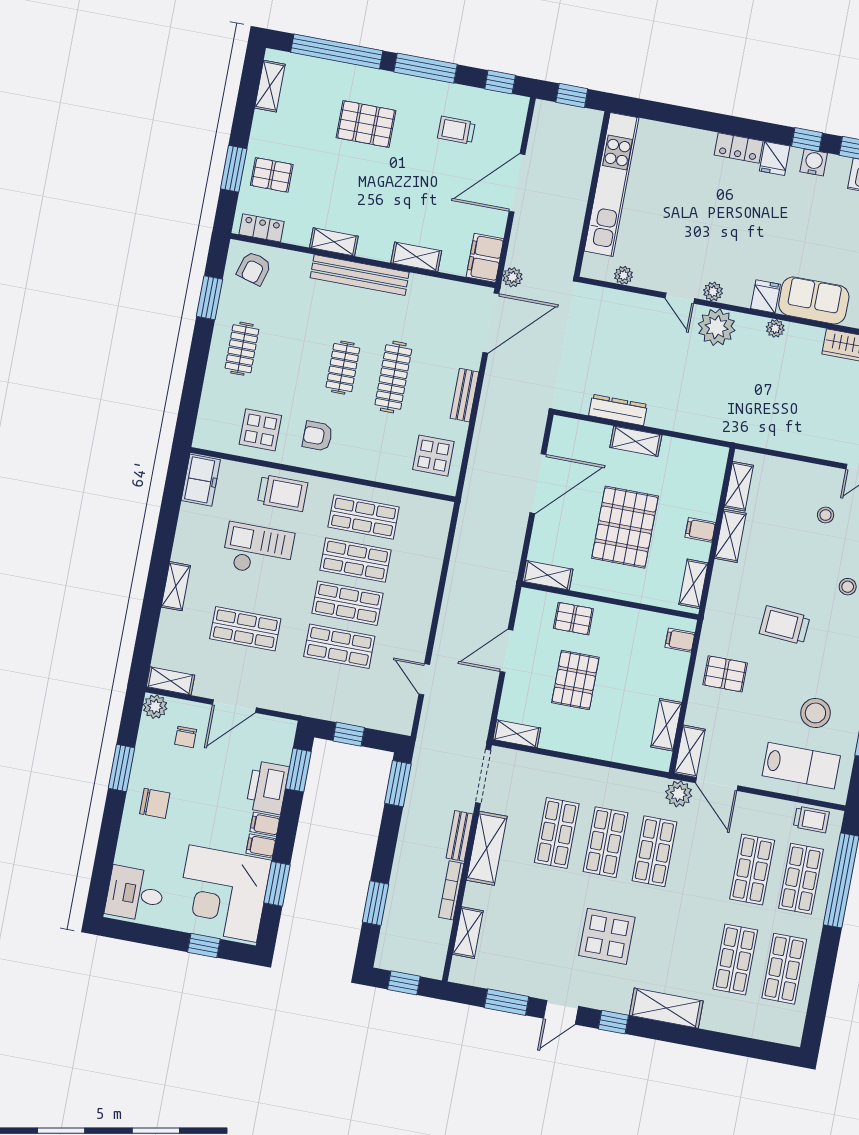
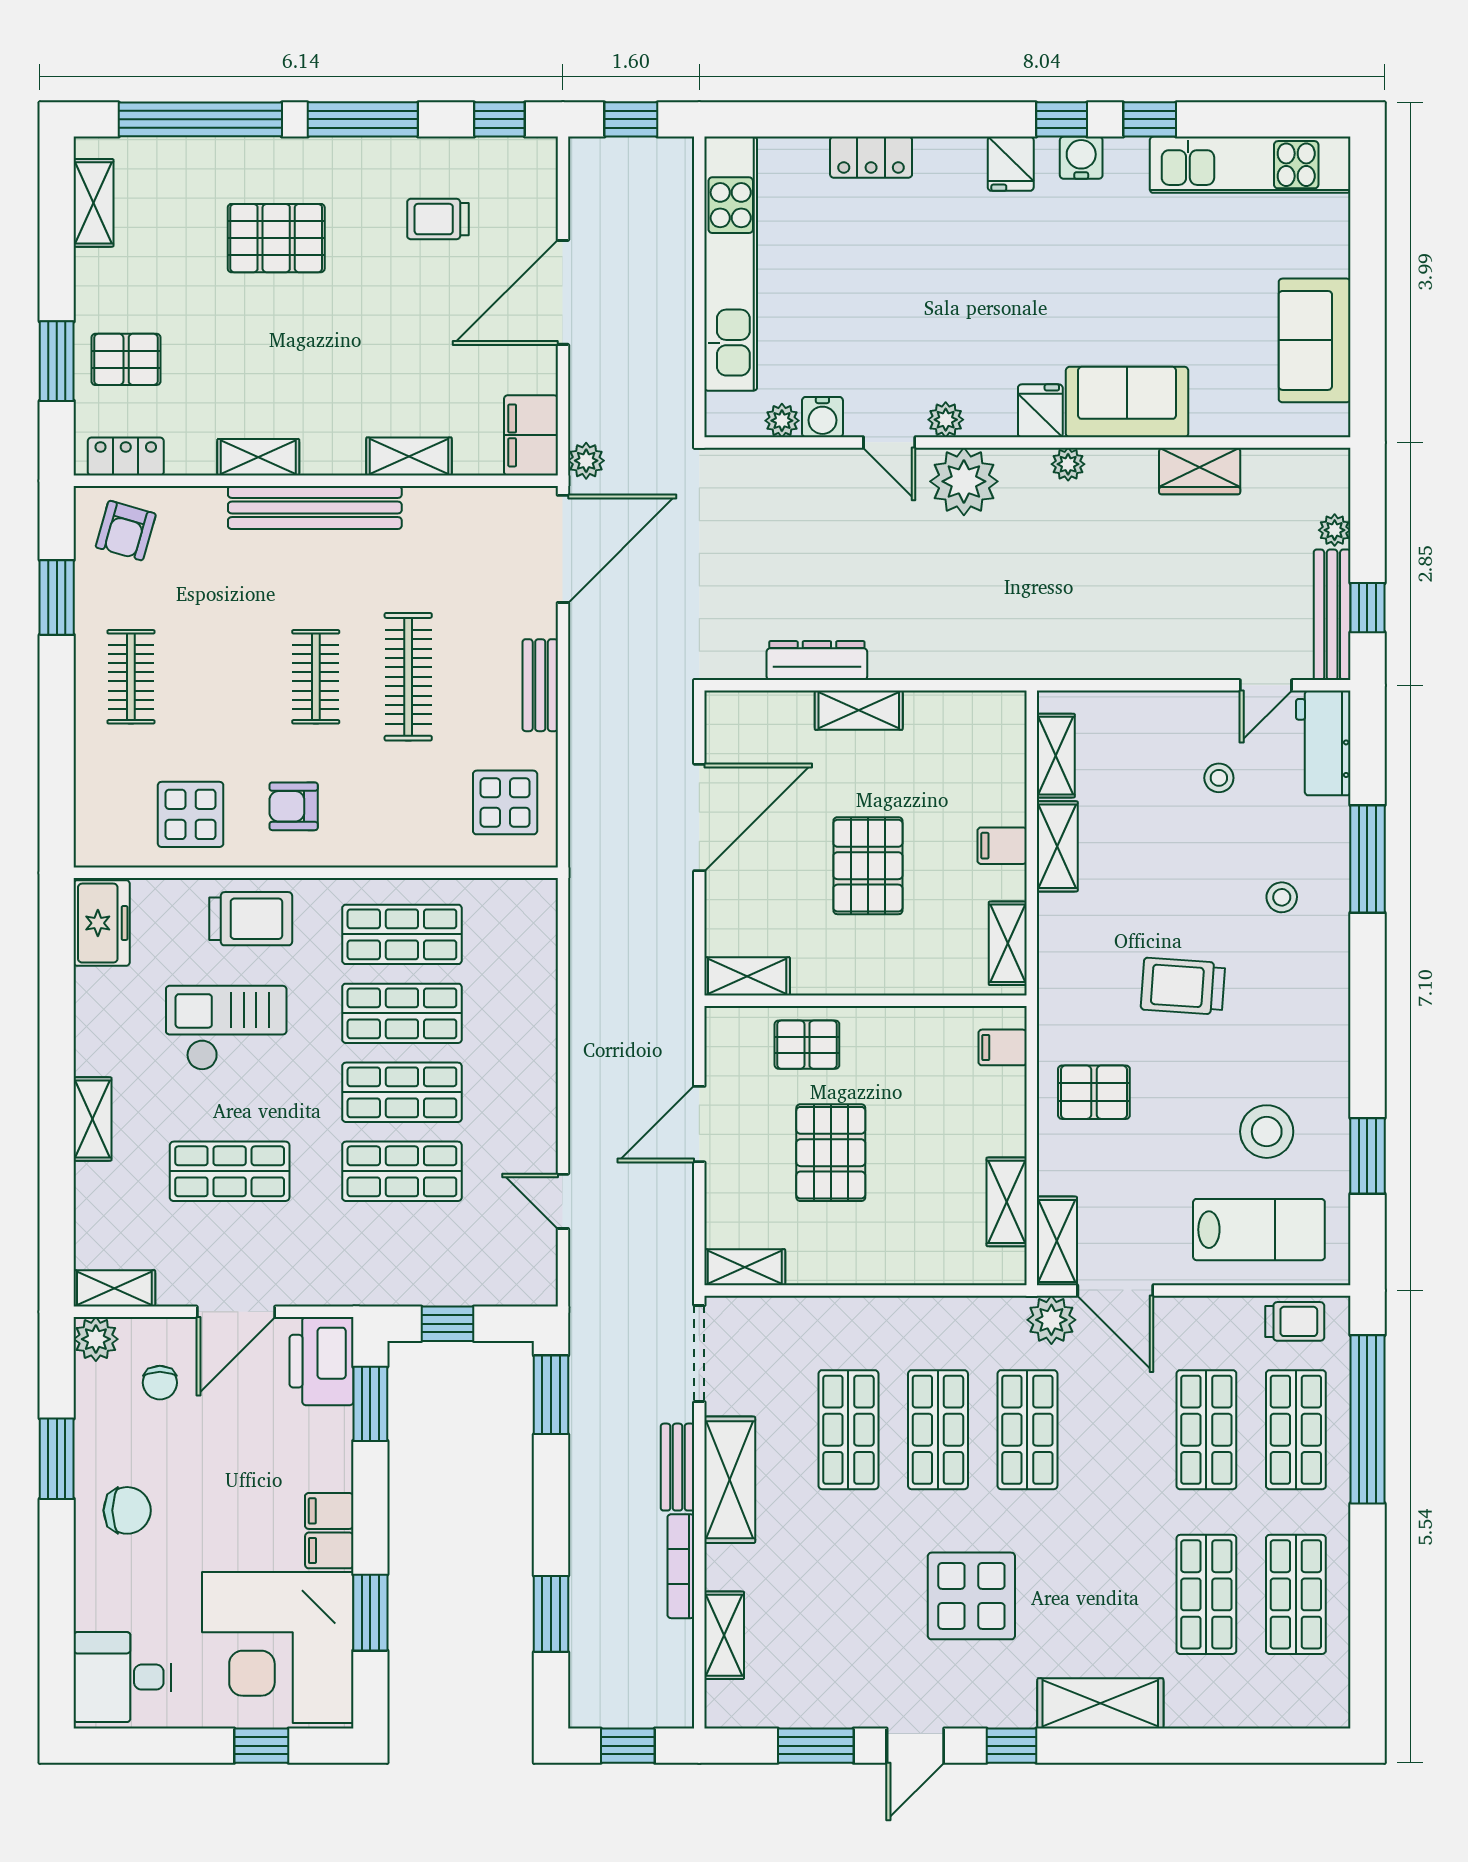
locker: (739, 148) -> (871, 157), moved
water cooler: (646, 278) -> (822, 417), added
pallet: (625, 527) -> (868, 866), width x0.73, depth x0.71
printer: (267, 788) -> (321, 1361), moved

